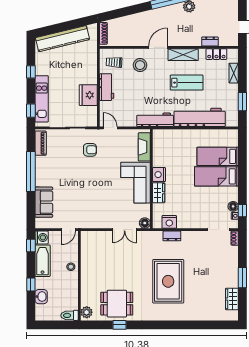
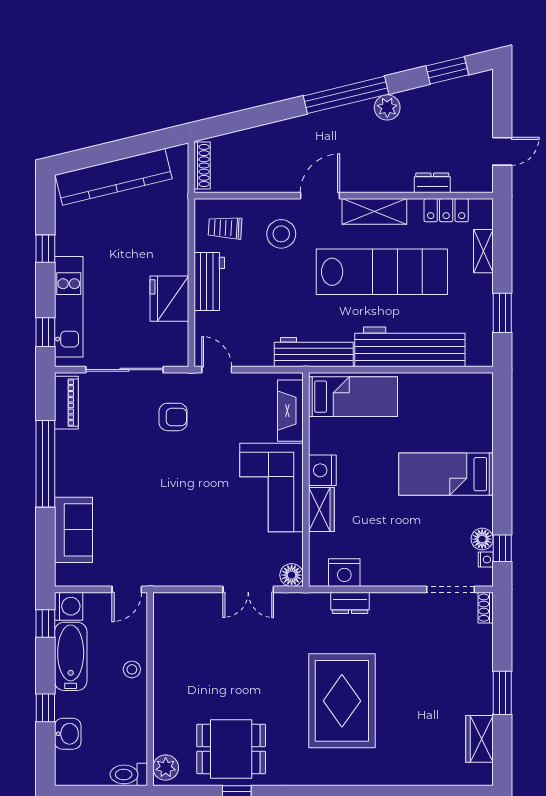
lab bench: (187, 83) -> (382, 272), width x1.86, depth x1.39
bed: (218, 156) -> (353, 397), moved, turned 180

